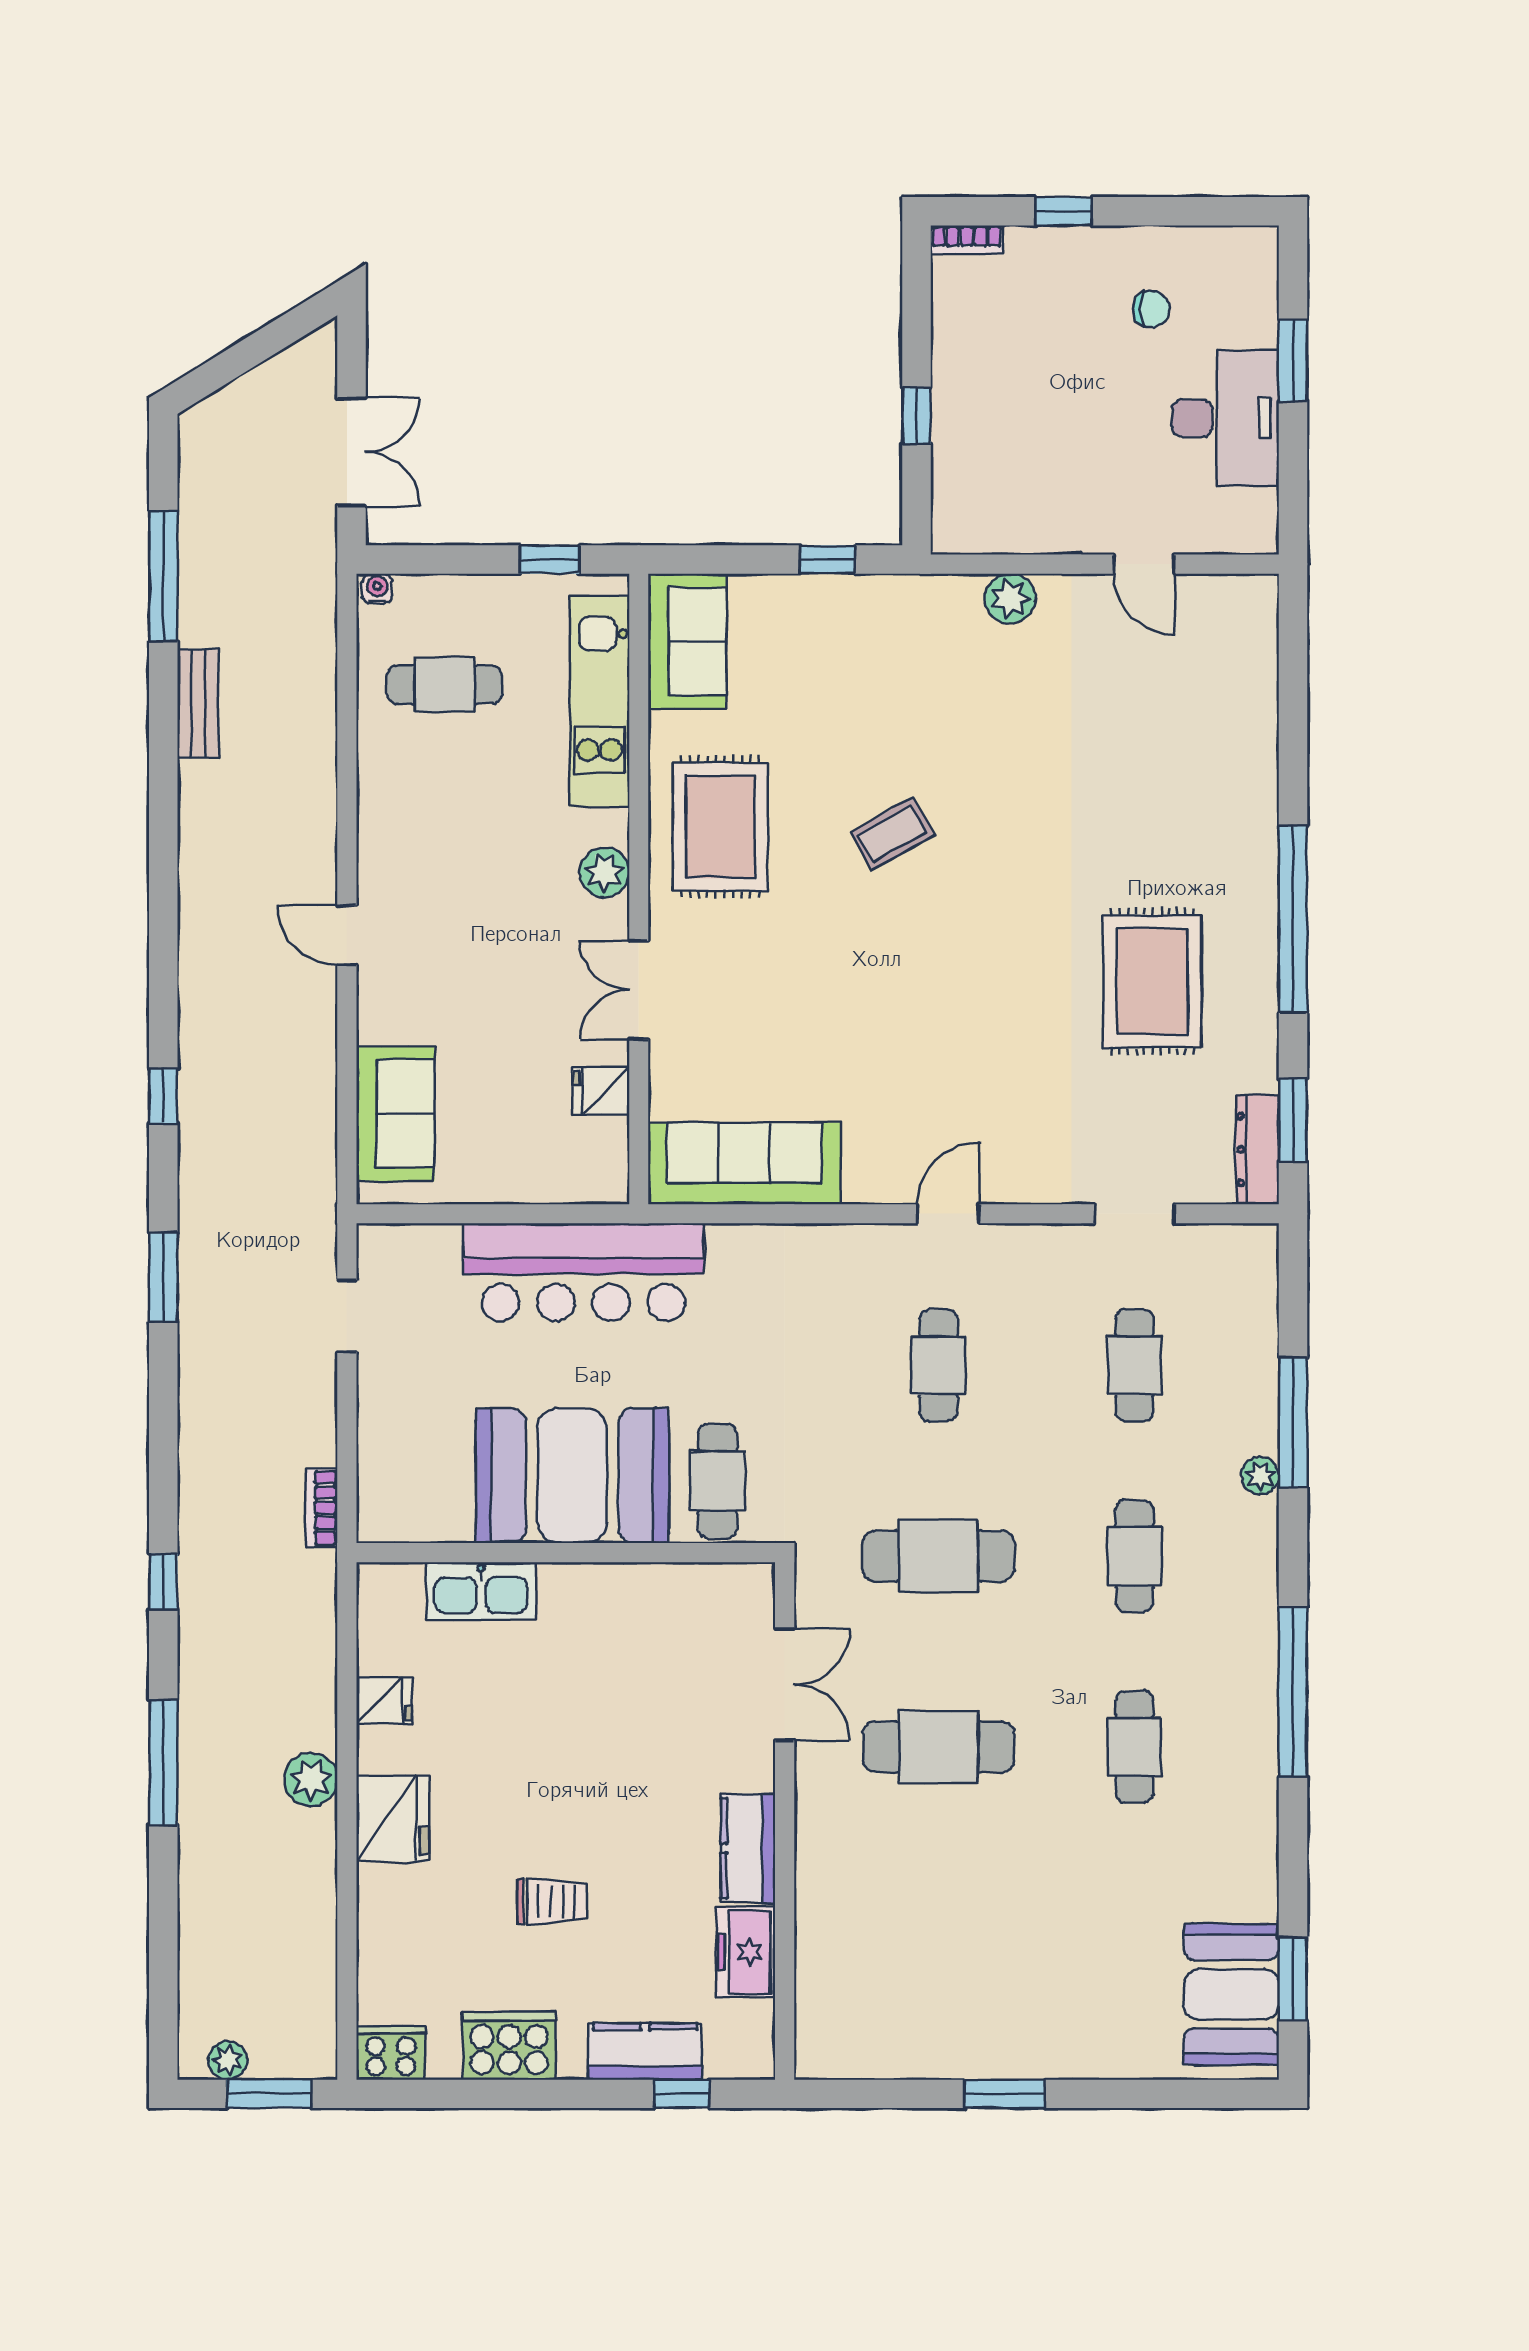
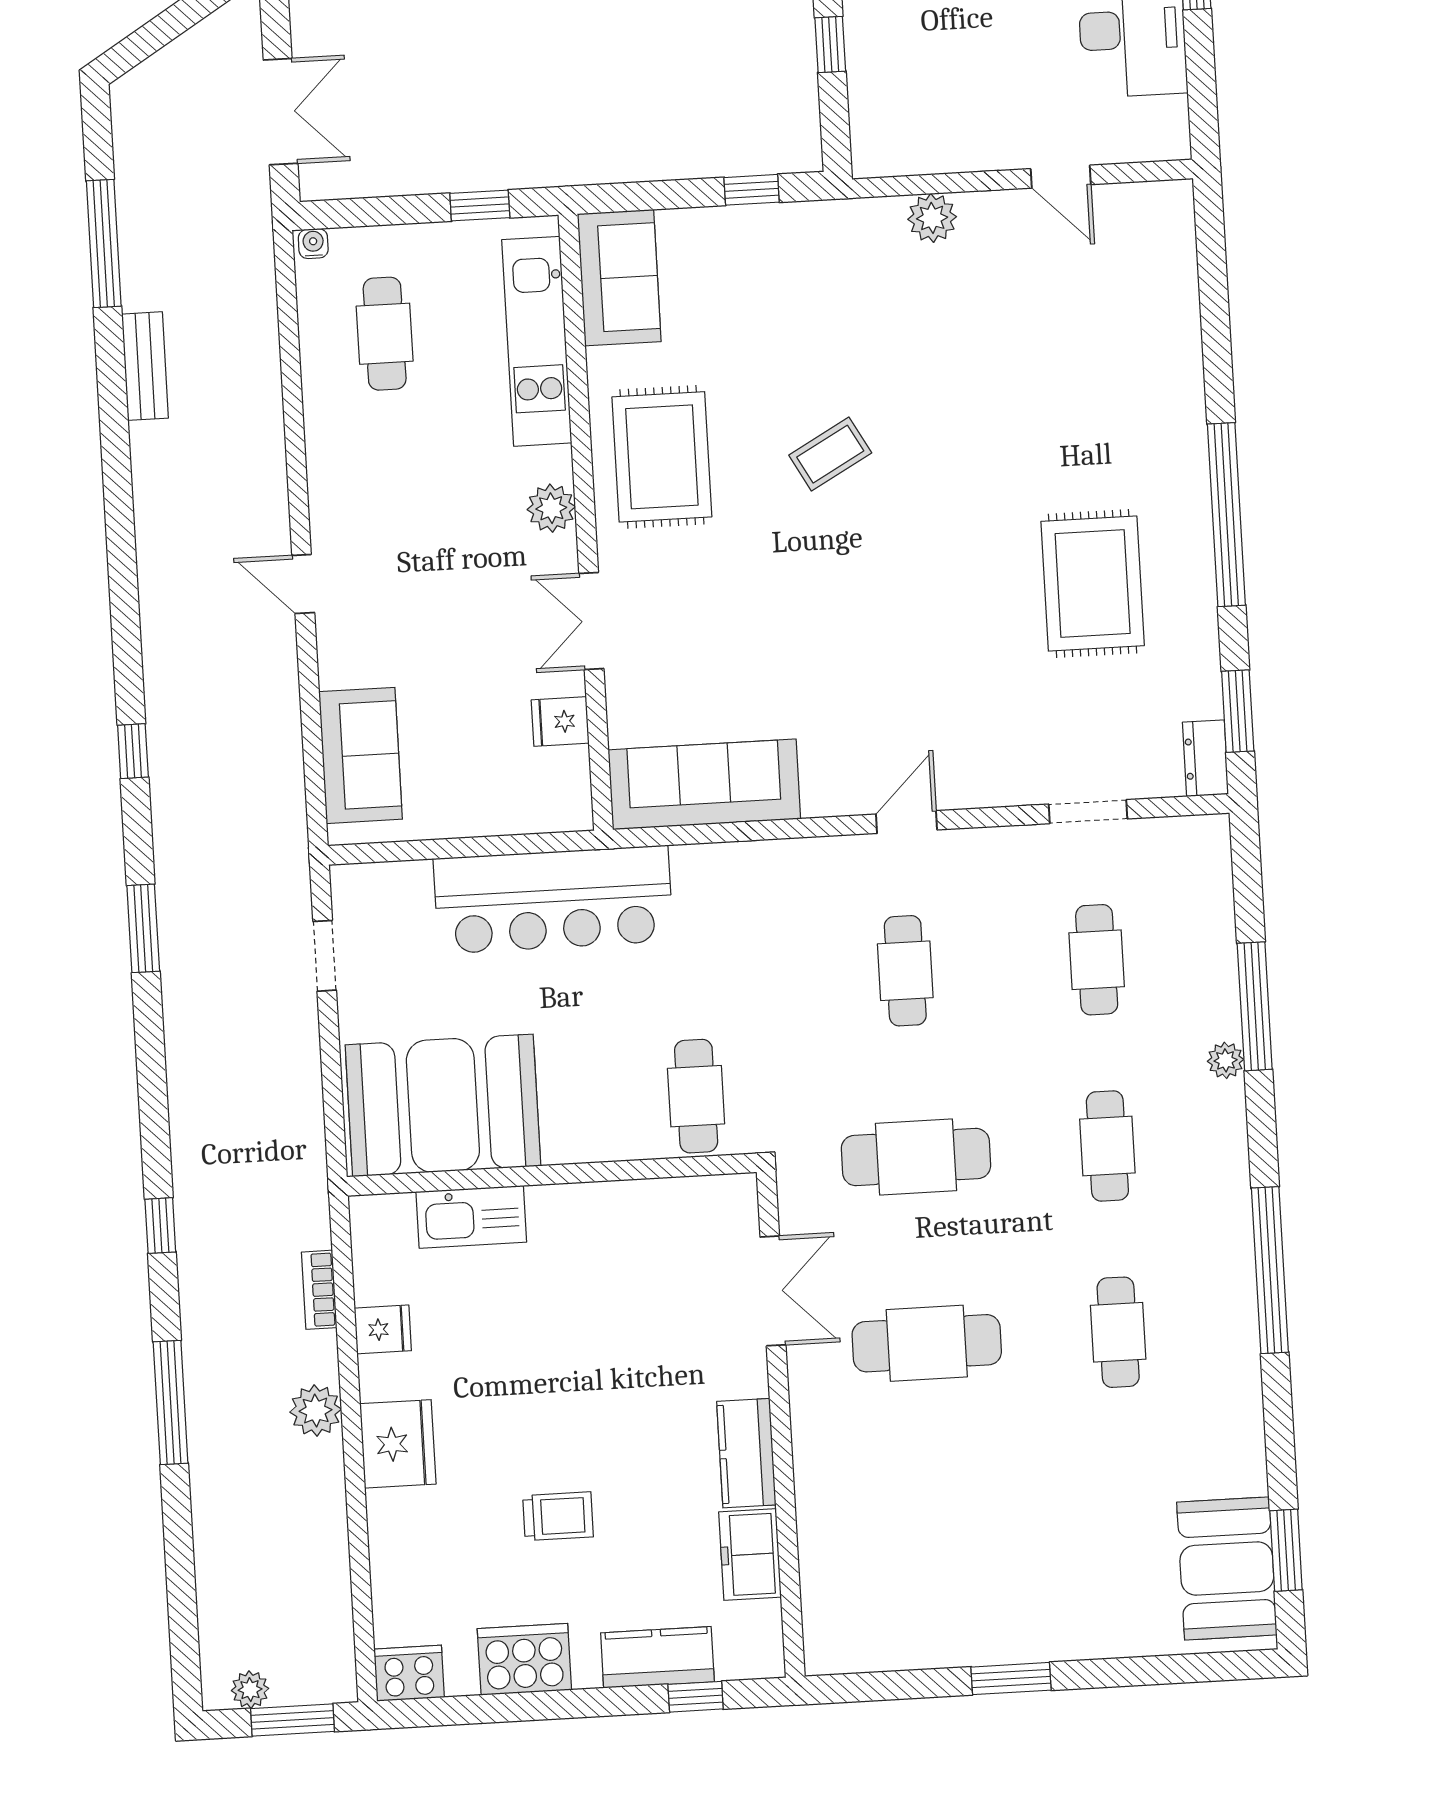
cafe table: (445, 685) -> (385, 334), turned 90
dresser: (1257, 1149) -> (1206, 758), width x0.70
booth: (572, 1476) -> (443, 1105), moved
bookcase: (322, 1508) -> (319, 1290), moved

